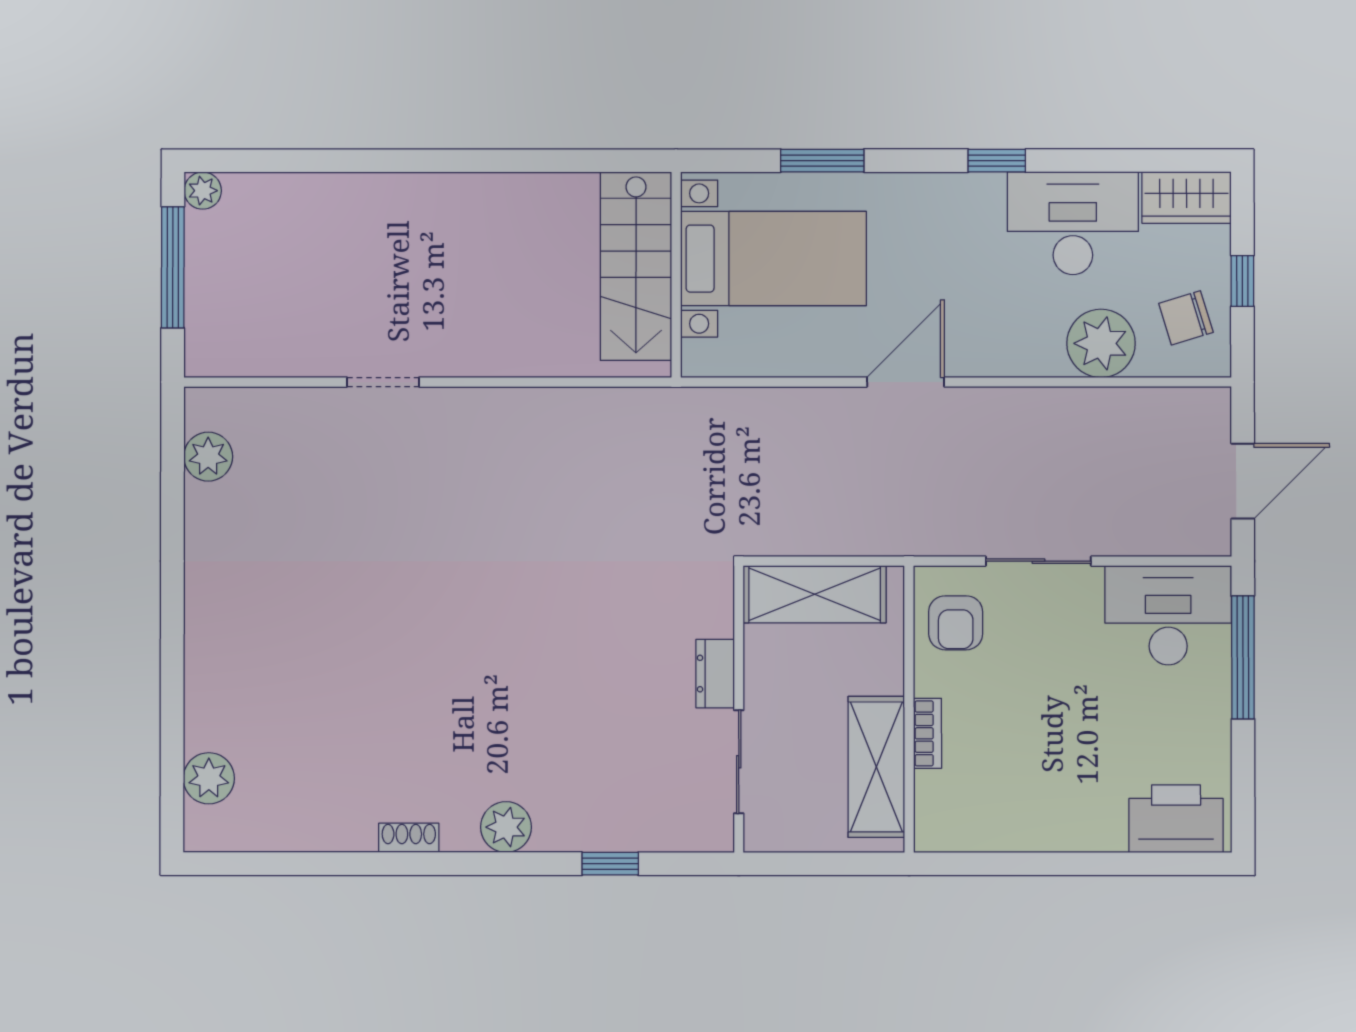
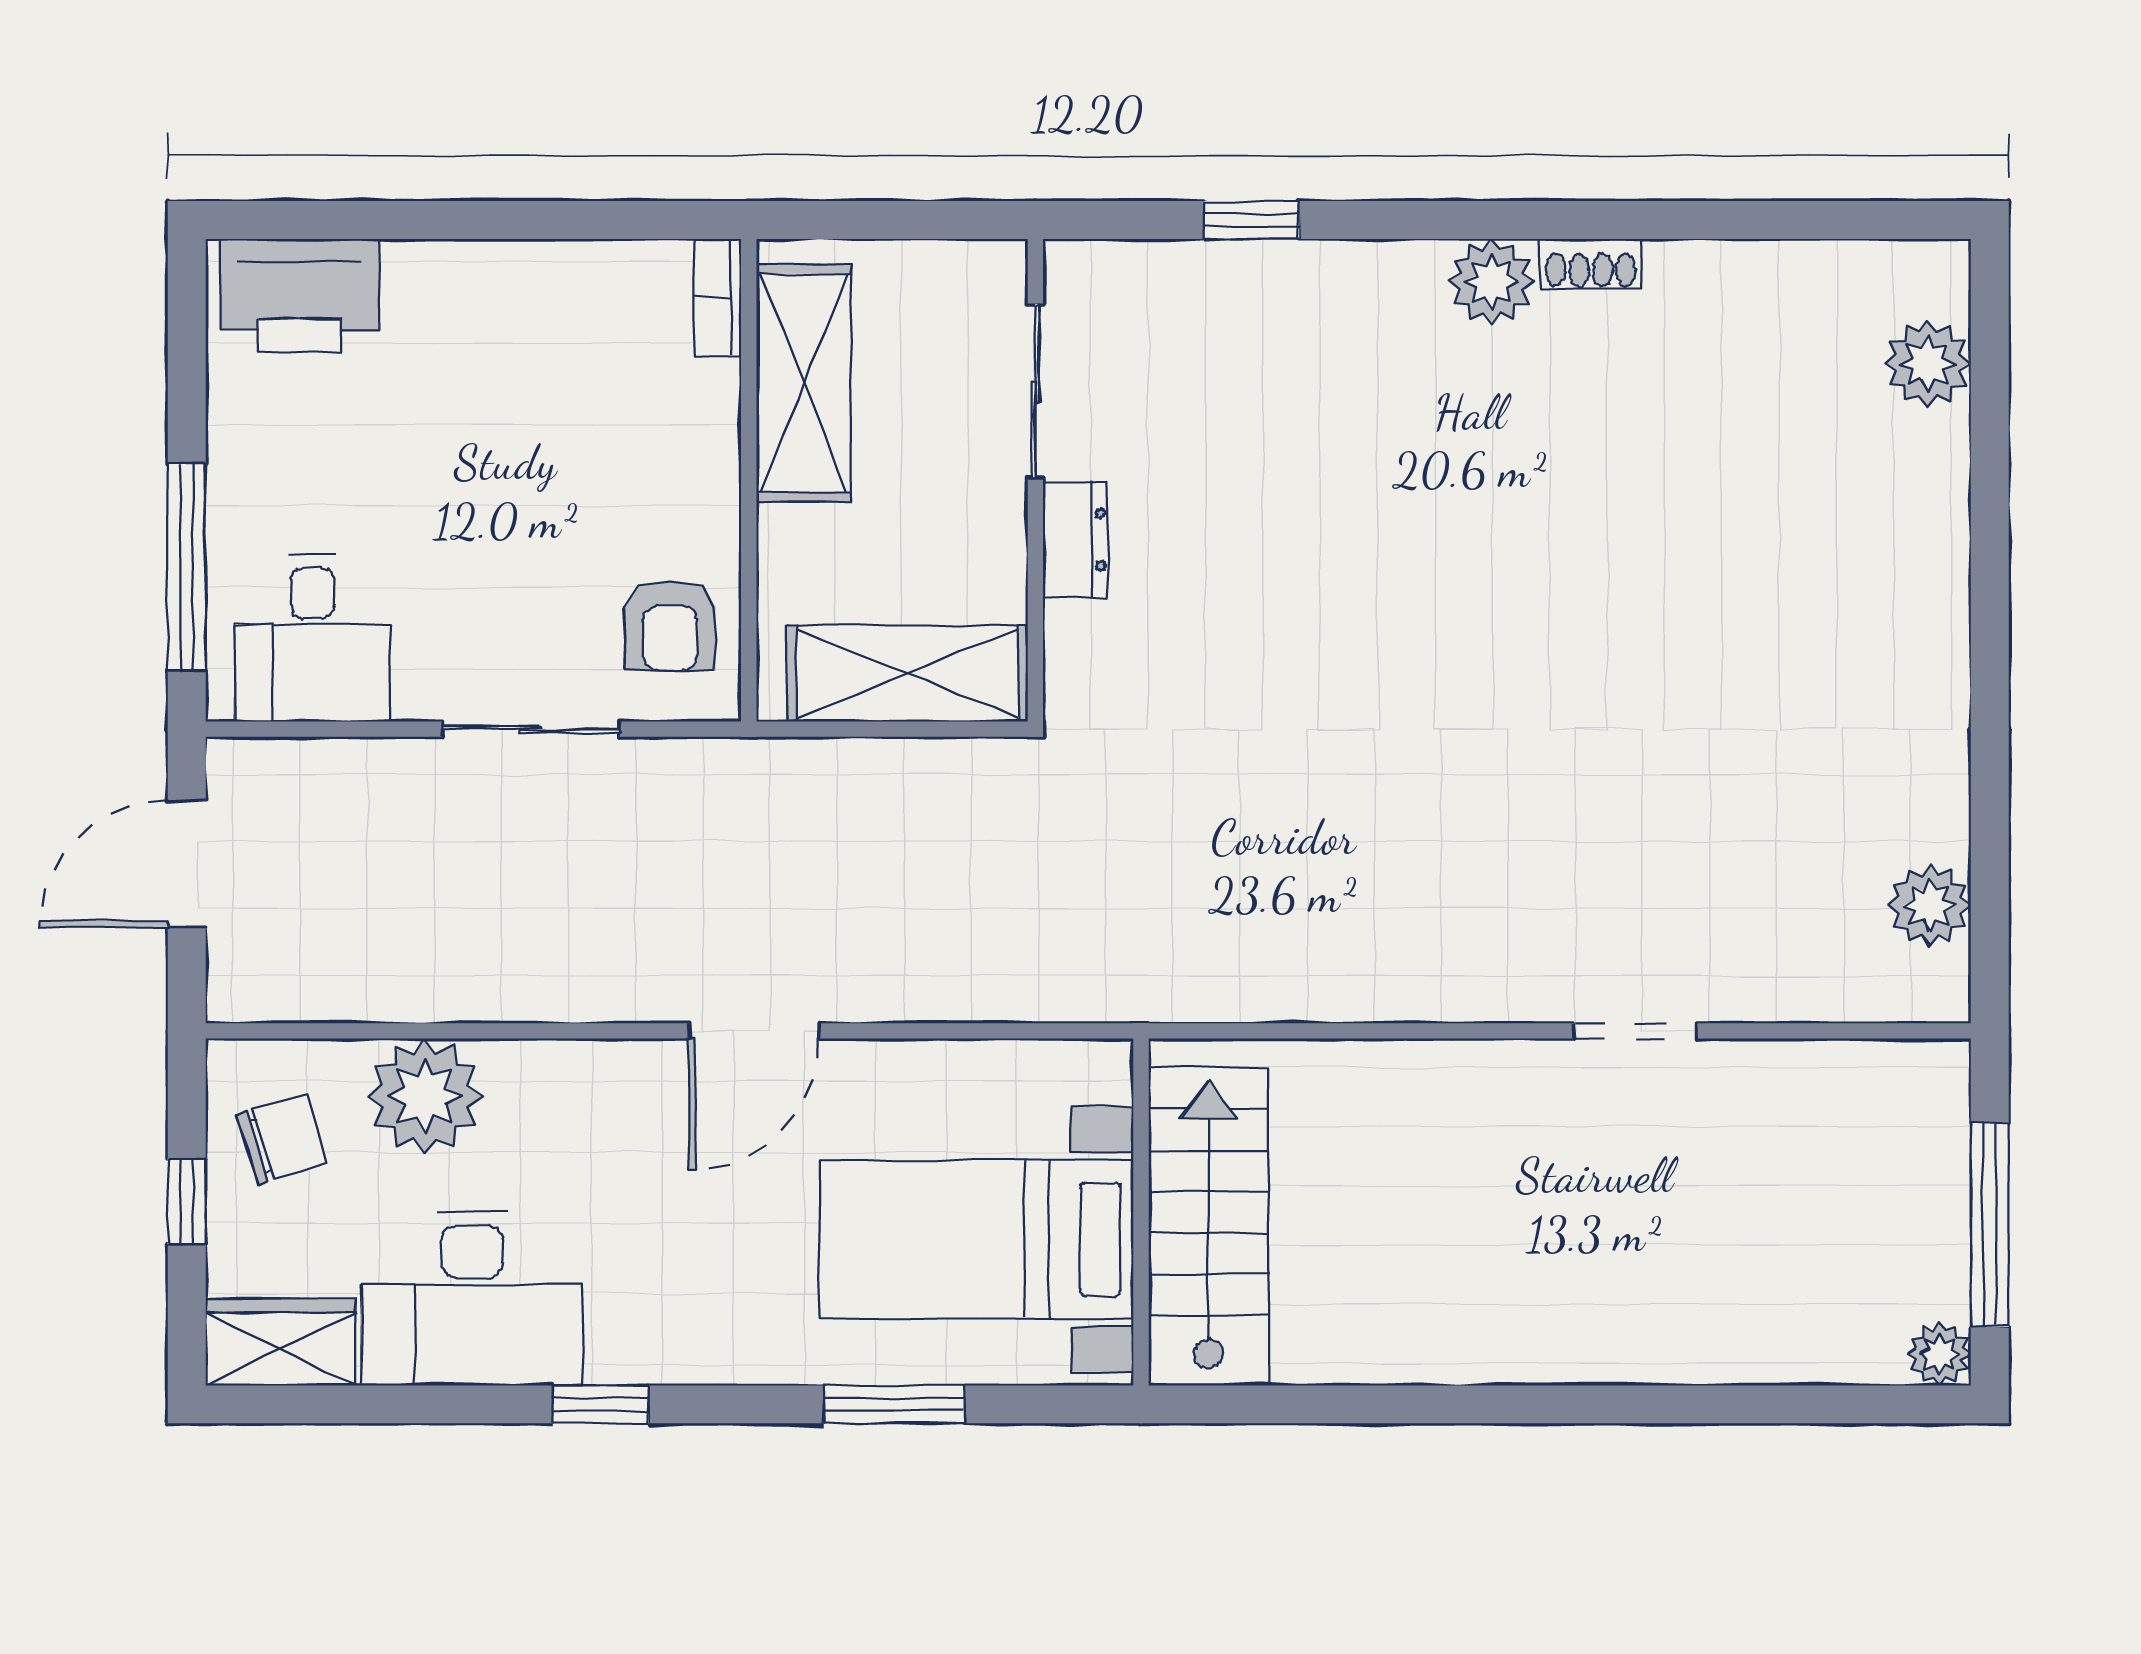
desk: (1168, 615) -> (312, 638), width x0.73
armchair: (956, 623) -> (670, 625), turned 180
bookcase: (928, 733) -> (718, 298), moved
plant: (506, 827) -> (1491, 282), moved

